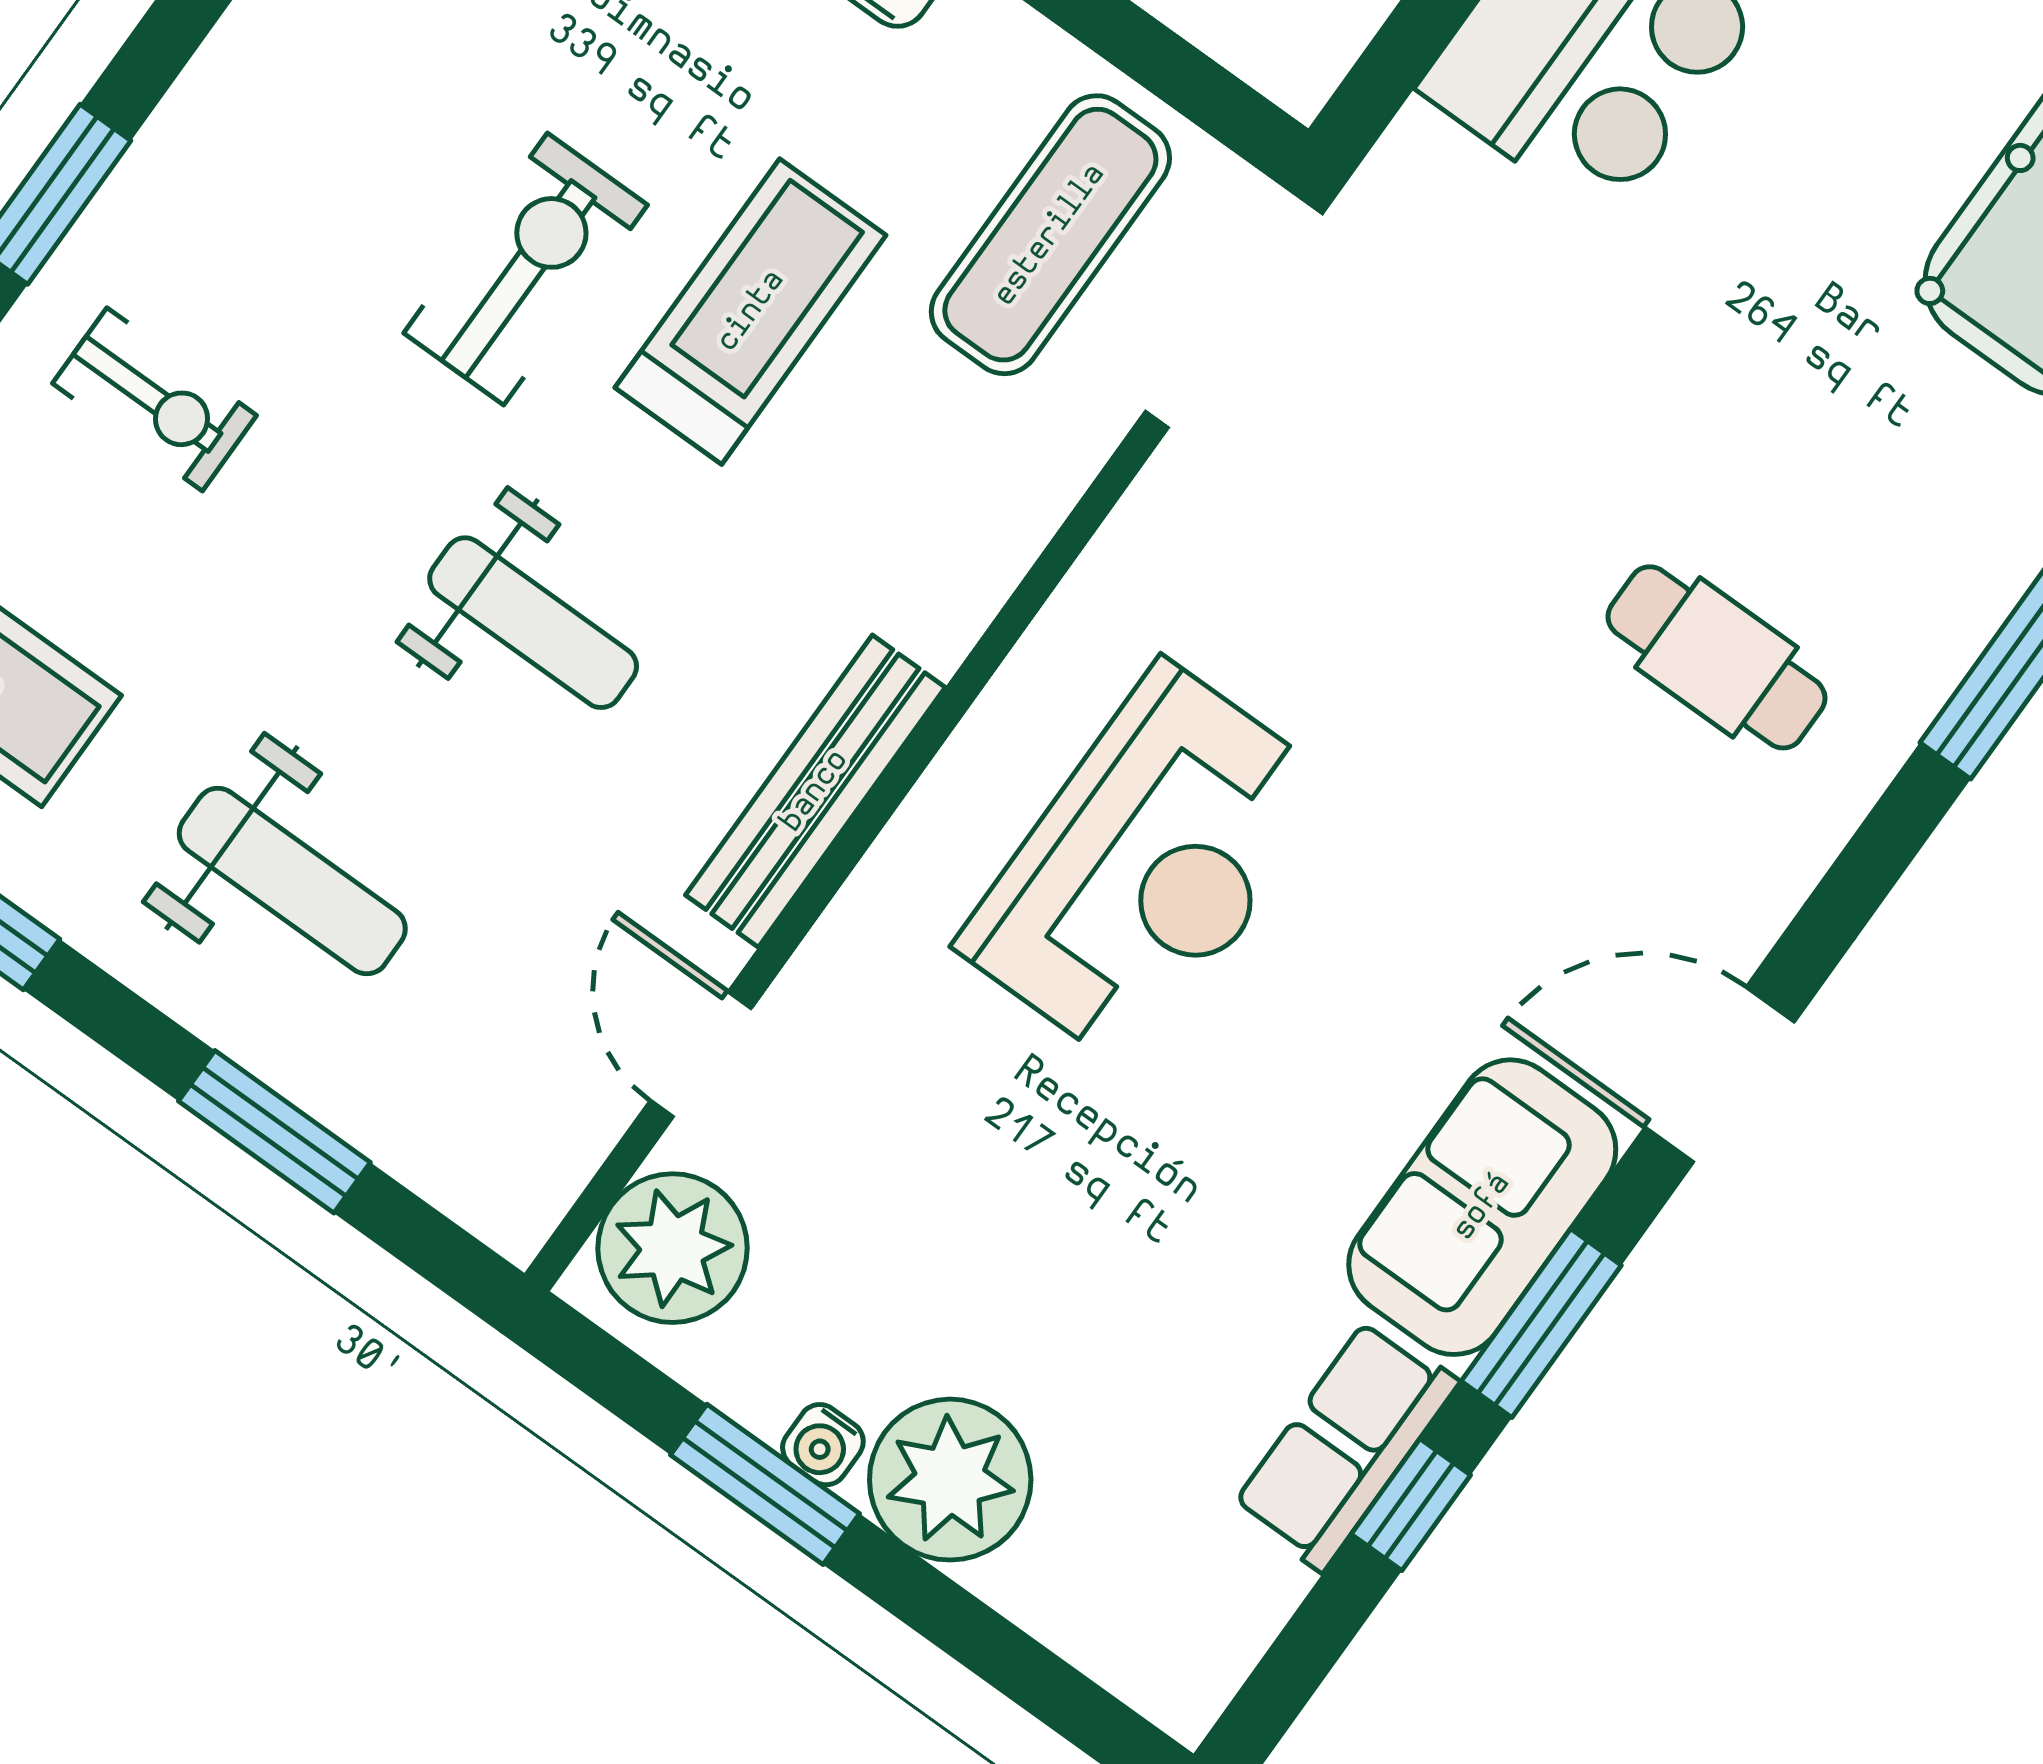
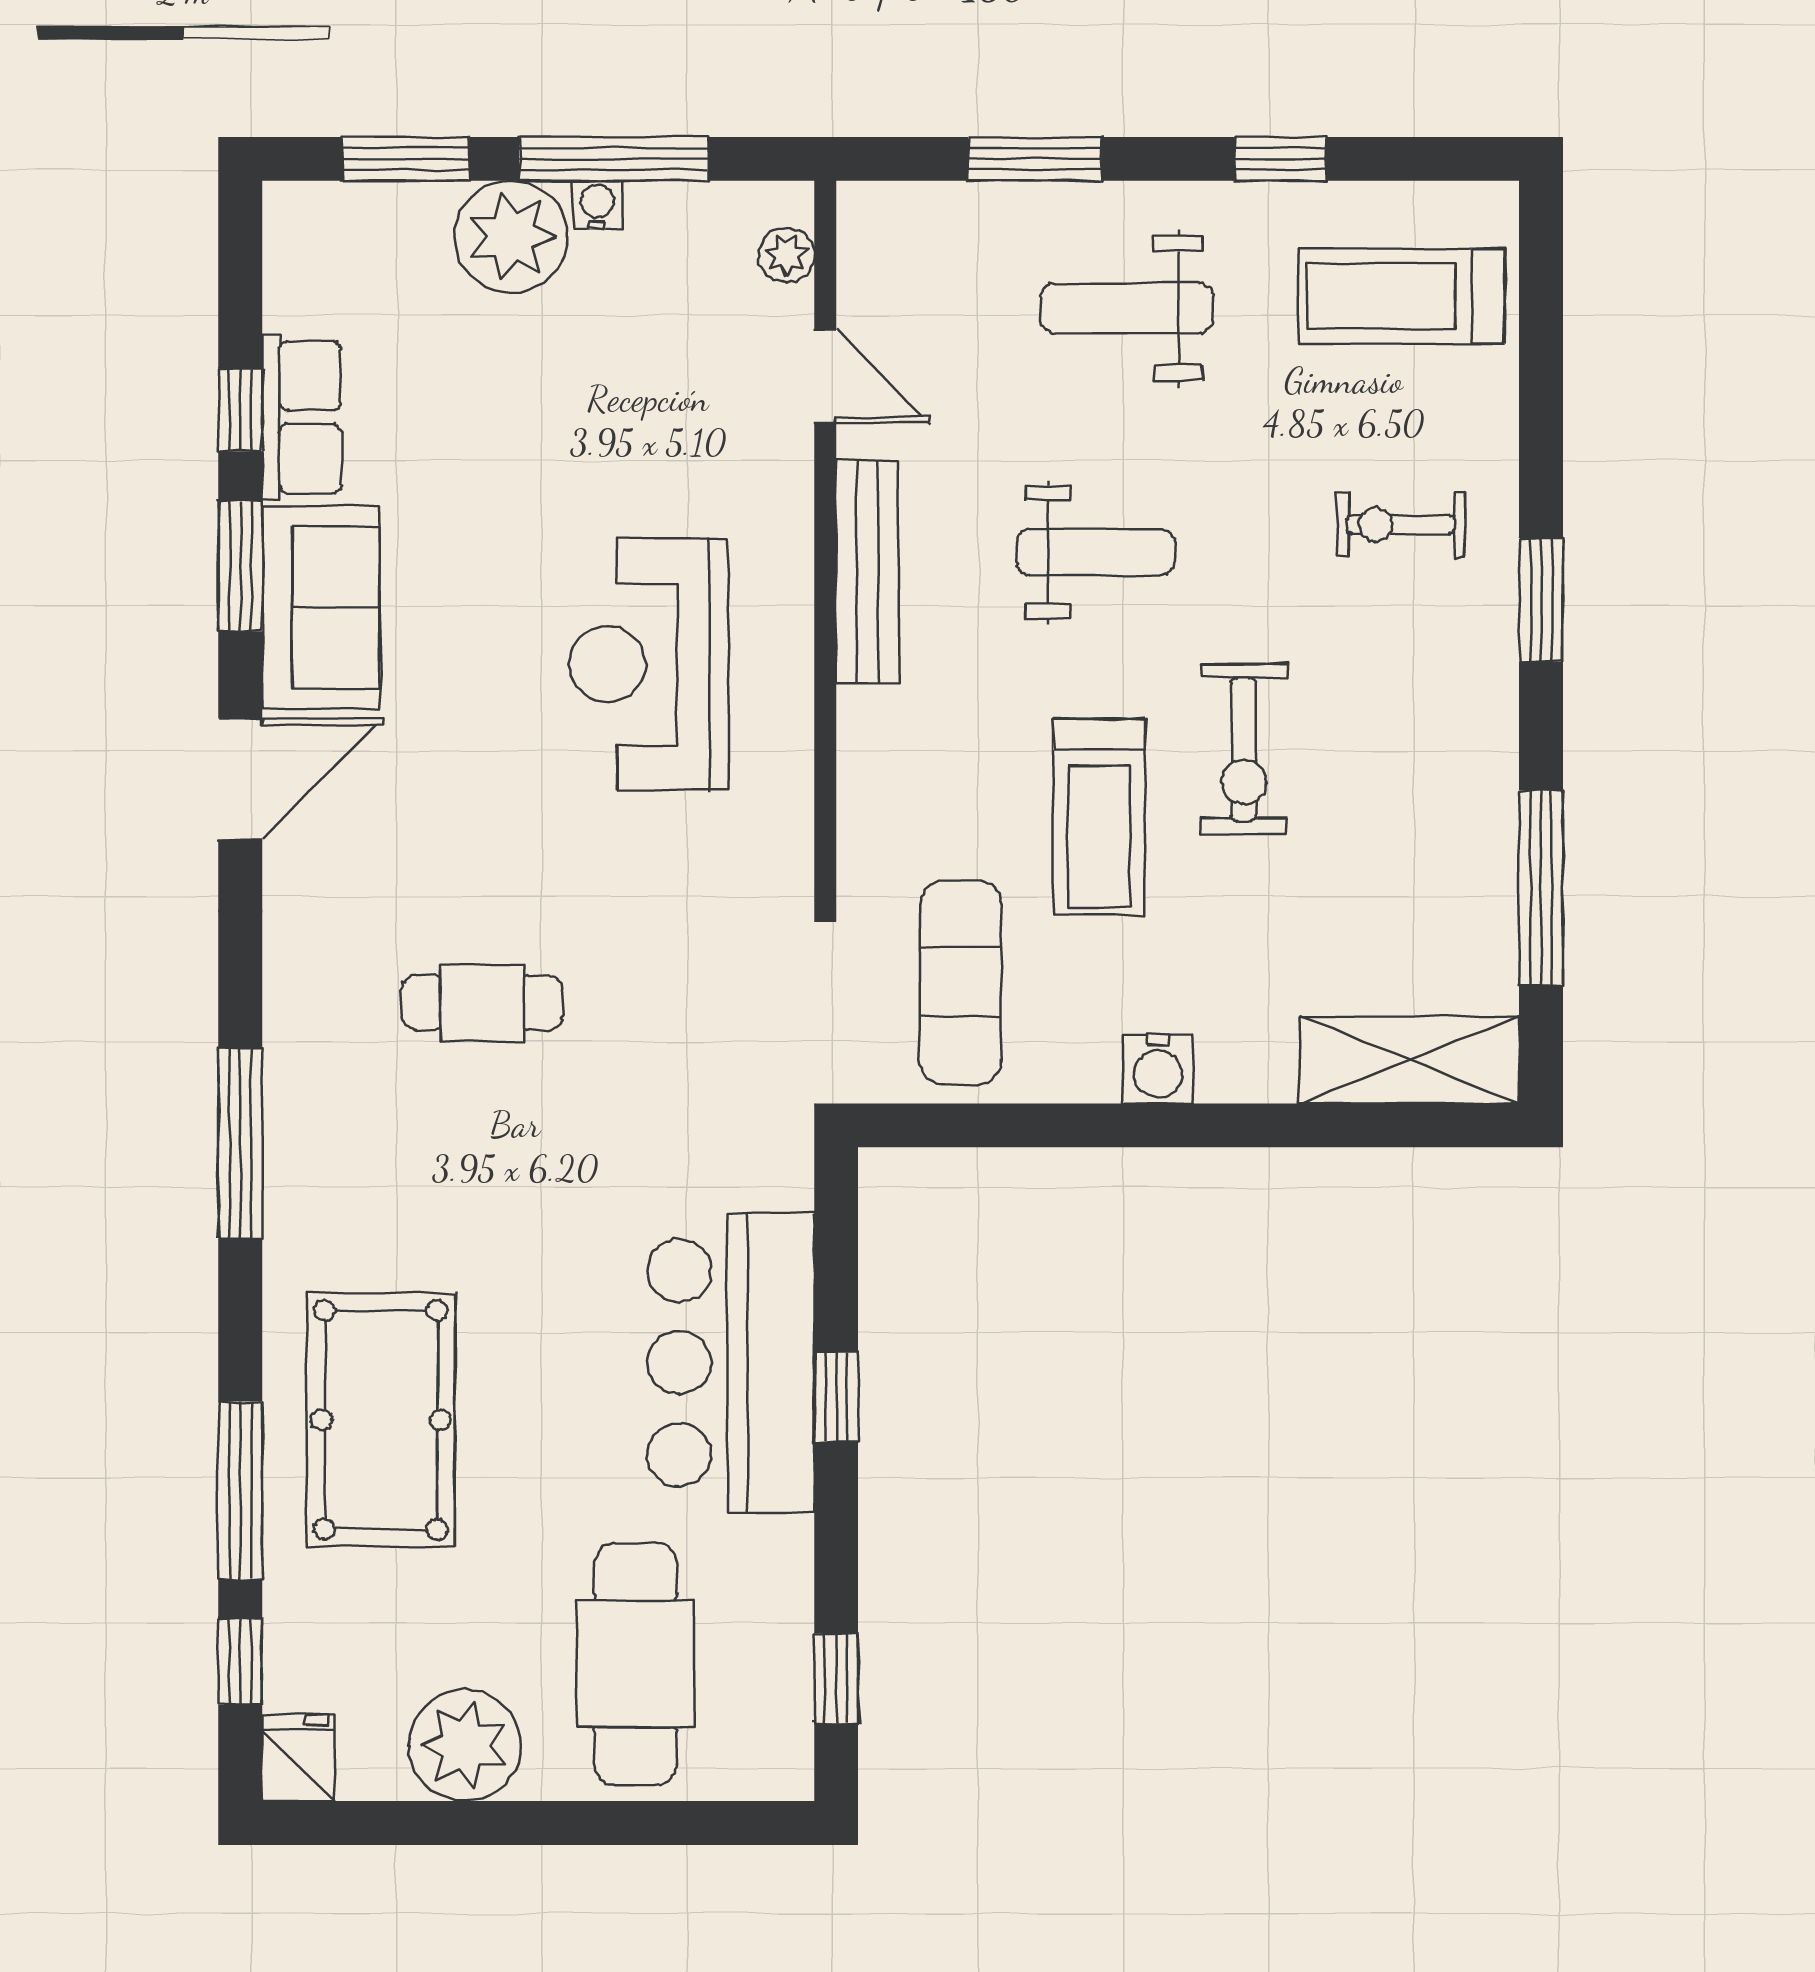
weight bench: (533, 623) -> (1096, 552), turned 180
cafe table: (1716, 657) -> (482, 1003), moved
plant: (673, 1248) -> (787, 255), width x0.53, depth x0.53
window: (765, 1484) -> (614, 159), width x1.44
window: (1008, 1659) -> (406, 159), added

